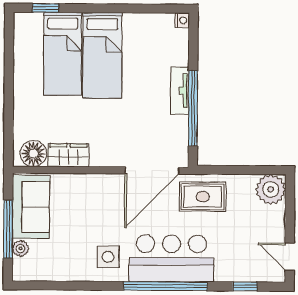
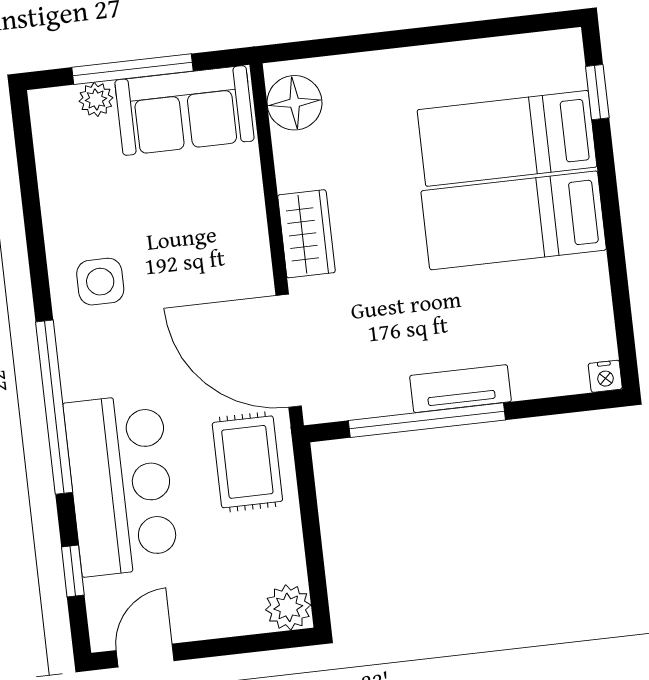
wardrobe: (68, 155) -> (306, 234), moved
plant: (271, 189) -> (288, 607), width x0.73, depth x0.73
bar counter: (171, 258) -> (121, 485), moved

